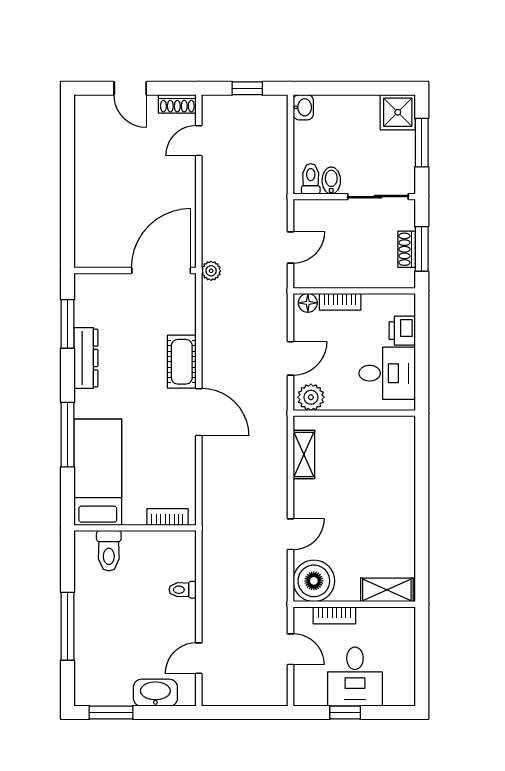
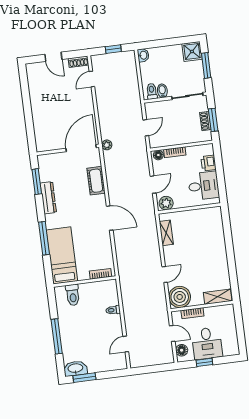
cot: (182, 362) -> (96, 181), moved
floor lamp: (304, 684) -> (182, 350), added
washbasin: (155, 693) -> (75, 368), moved

